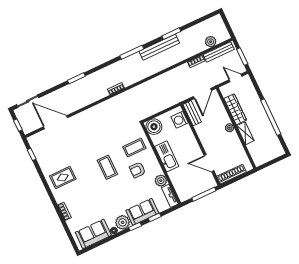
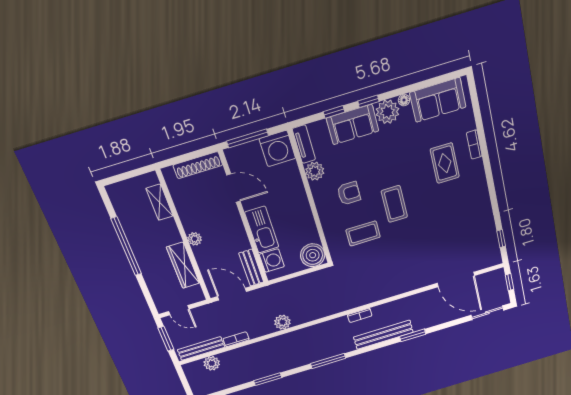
bench: (159, 47) -> (383, 335), moved
plant: (167, 78) -> (282, 322), added
door: (202, 93) -> (232, 294), hinge flipped
shelving: (245, 133) -> (160, 202), moved
coffee table: (134, 148) -> (363, 234), moved
kitchen sink: (167, 156) -> (262, 230), moved, turned 180
rug: (63, 178) -> (445, 163), moved, turned 90
washing machine: (185, 191) -> (277, 149), added

